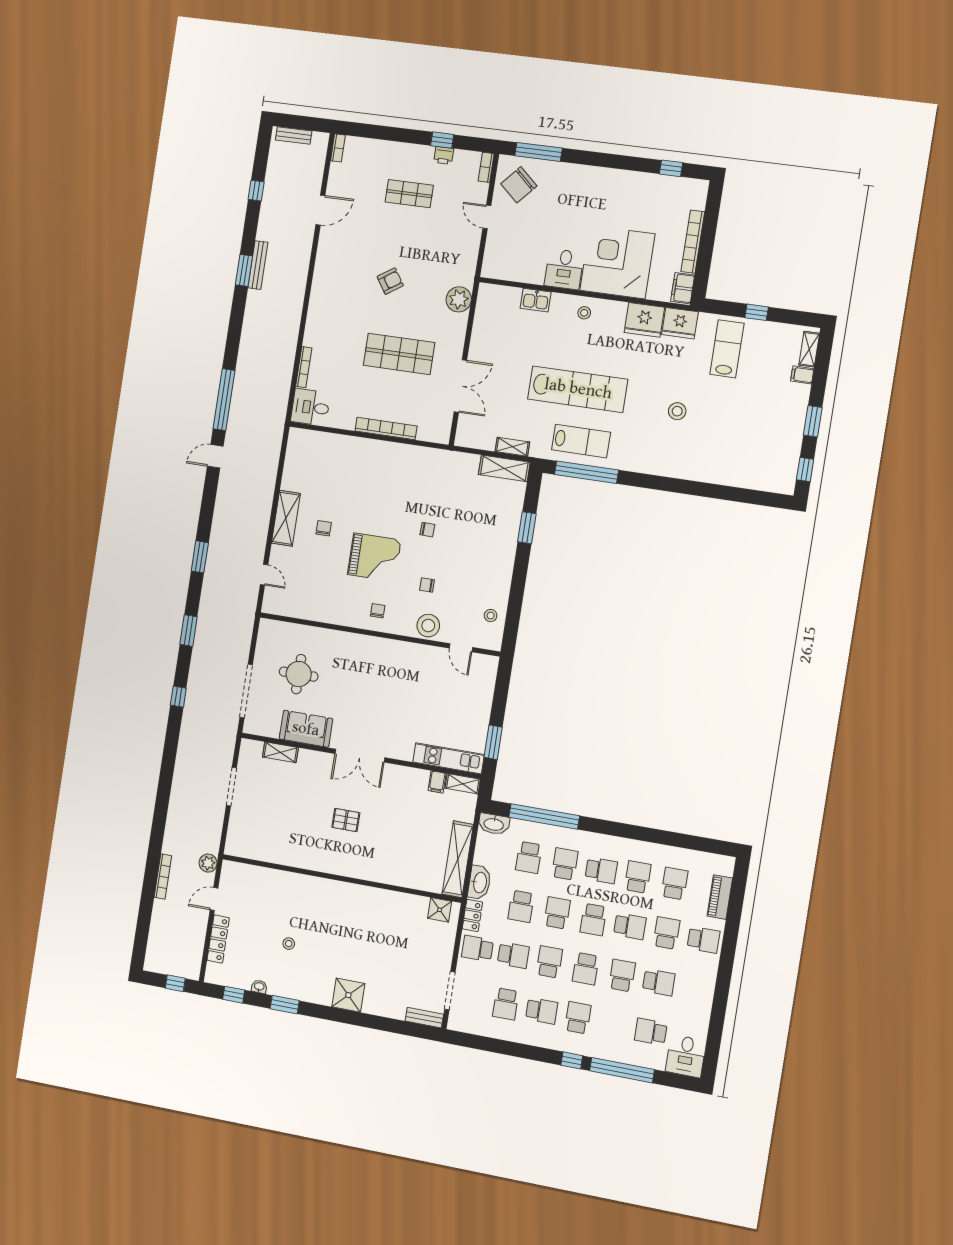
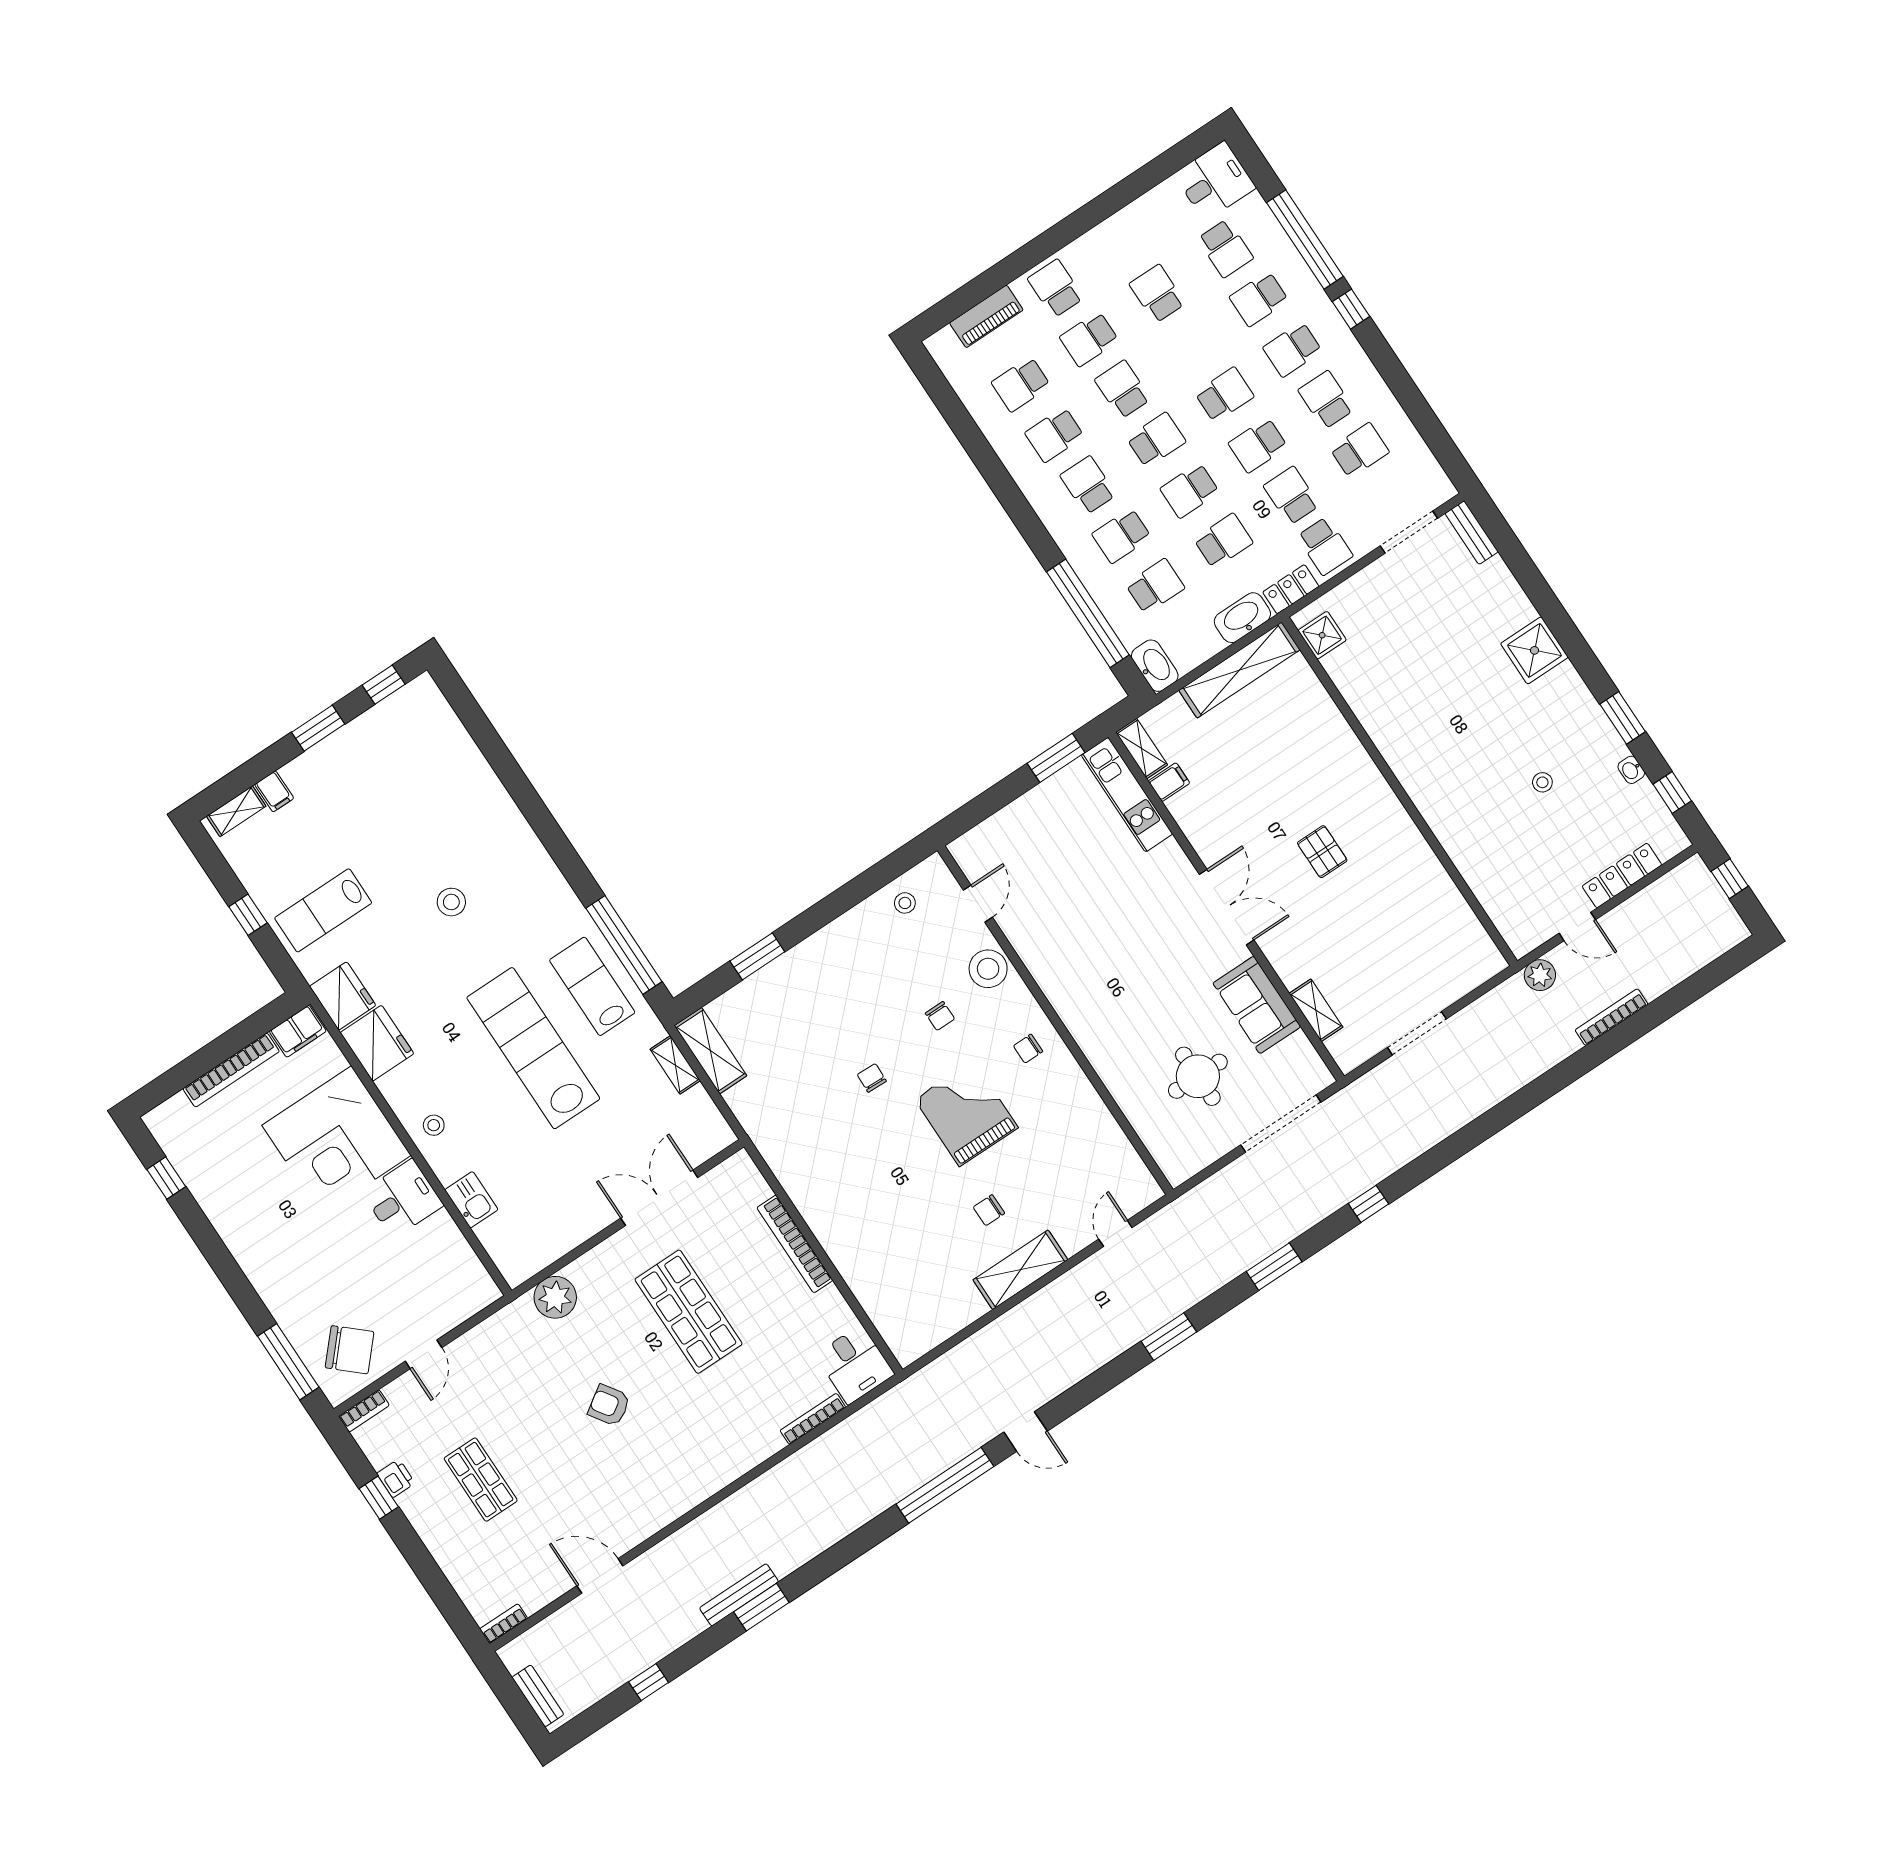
school desk: (622, 975) -> (1259, 299), moved

